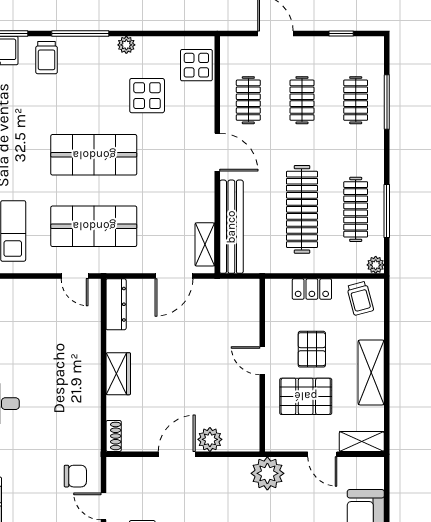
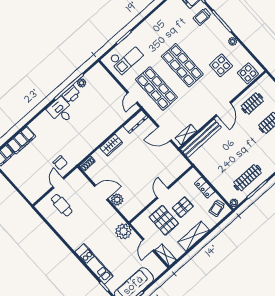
clothes rail: (302, 209) -> (230, 158), removed

